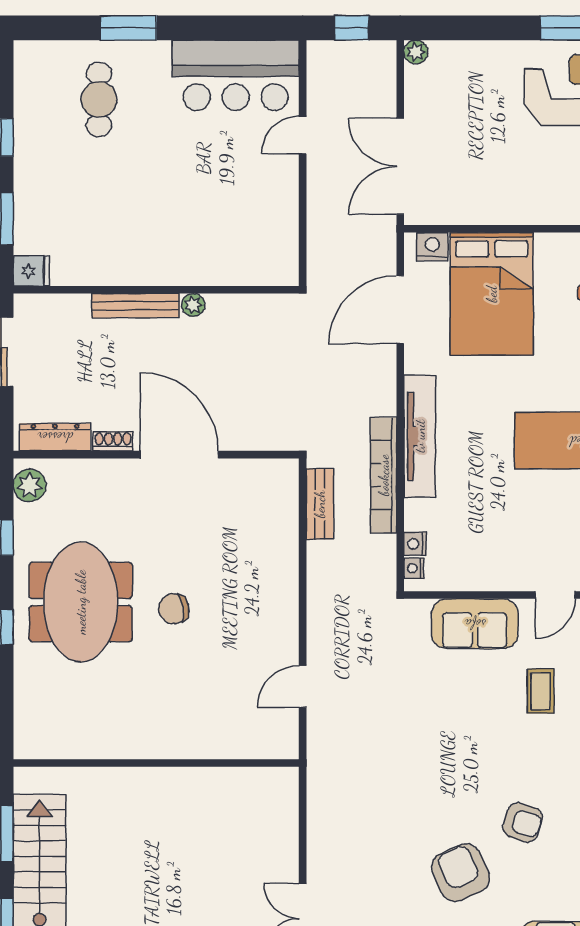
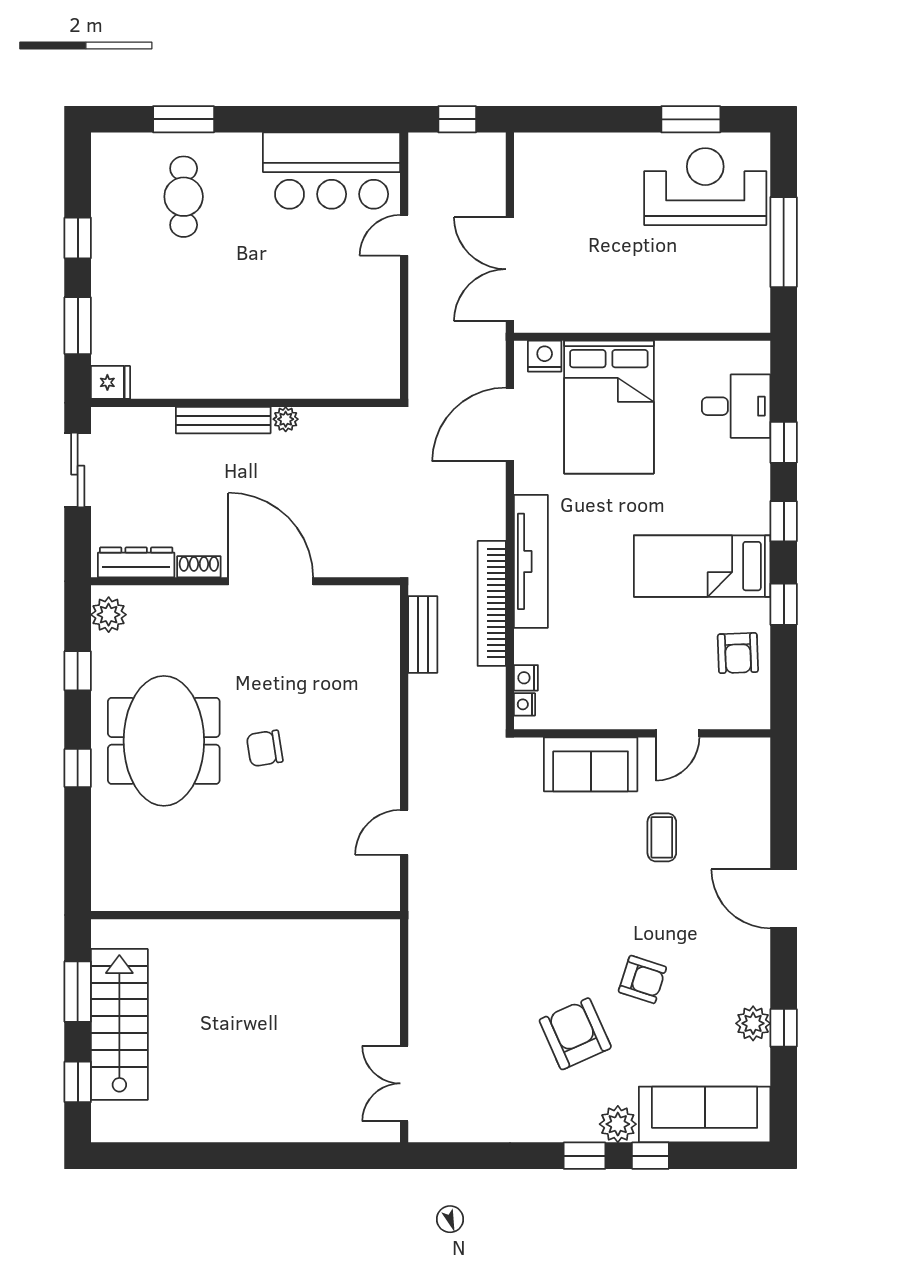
window: (128, 28) -> (184, 119), moved
plant: (416, 52) -> (527, 145), removed

